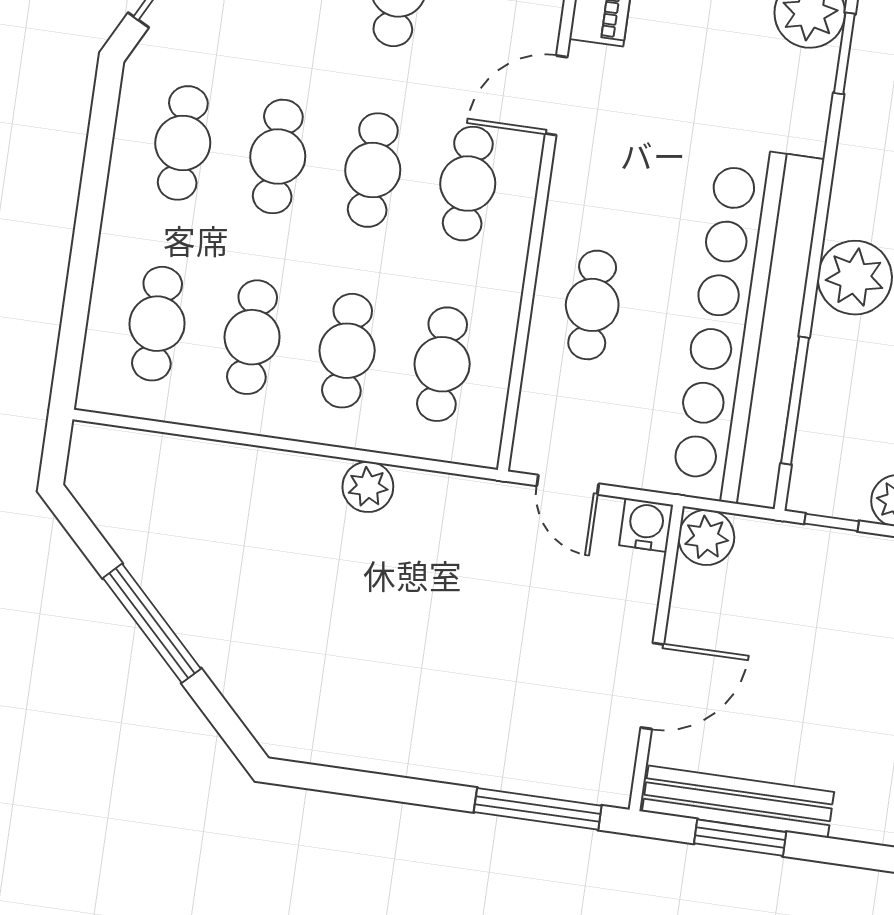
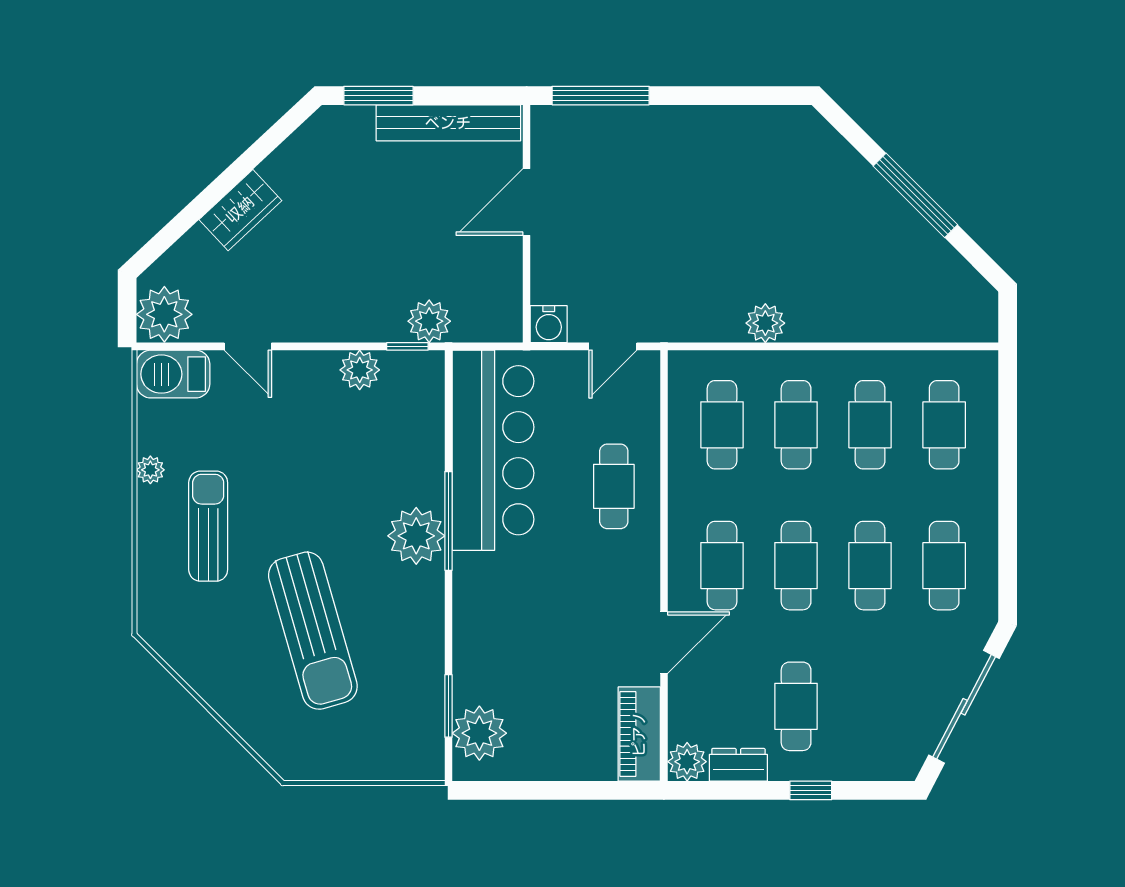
bar counter: (747, 327) -> (493, 450), width x0.73
window: (795, 401) -> (449, 521), moved
door: (568, 485) -> (613, 346), swing flipped
plant: (706, 537) -> (429, 321), moved
window: (740, 838) -> (378, 96), moved

